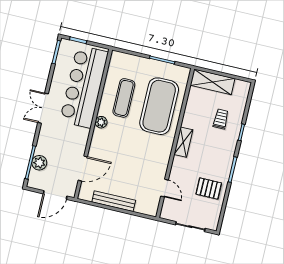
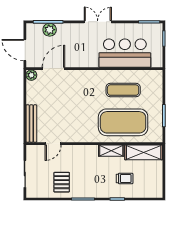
shelving: (212, 82) -> (144, 152), moved, turned 90
bar counter: (84, 87) -> (125, 53), width x0.73
plant: (101, 122) -> (31, 75), moved
shelving: (183, 142) -> (111, 151), moved
door: (83, 168) -> (53, 69), swing flipped
bench: (114, 201) -> (31, 123), moved

